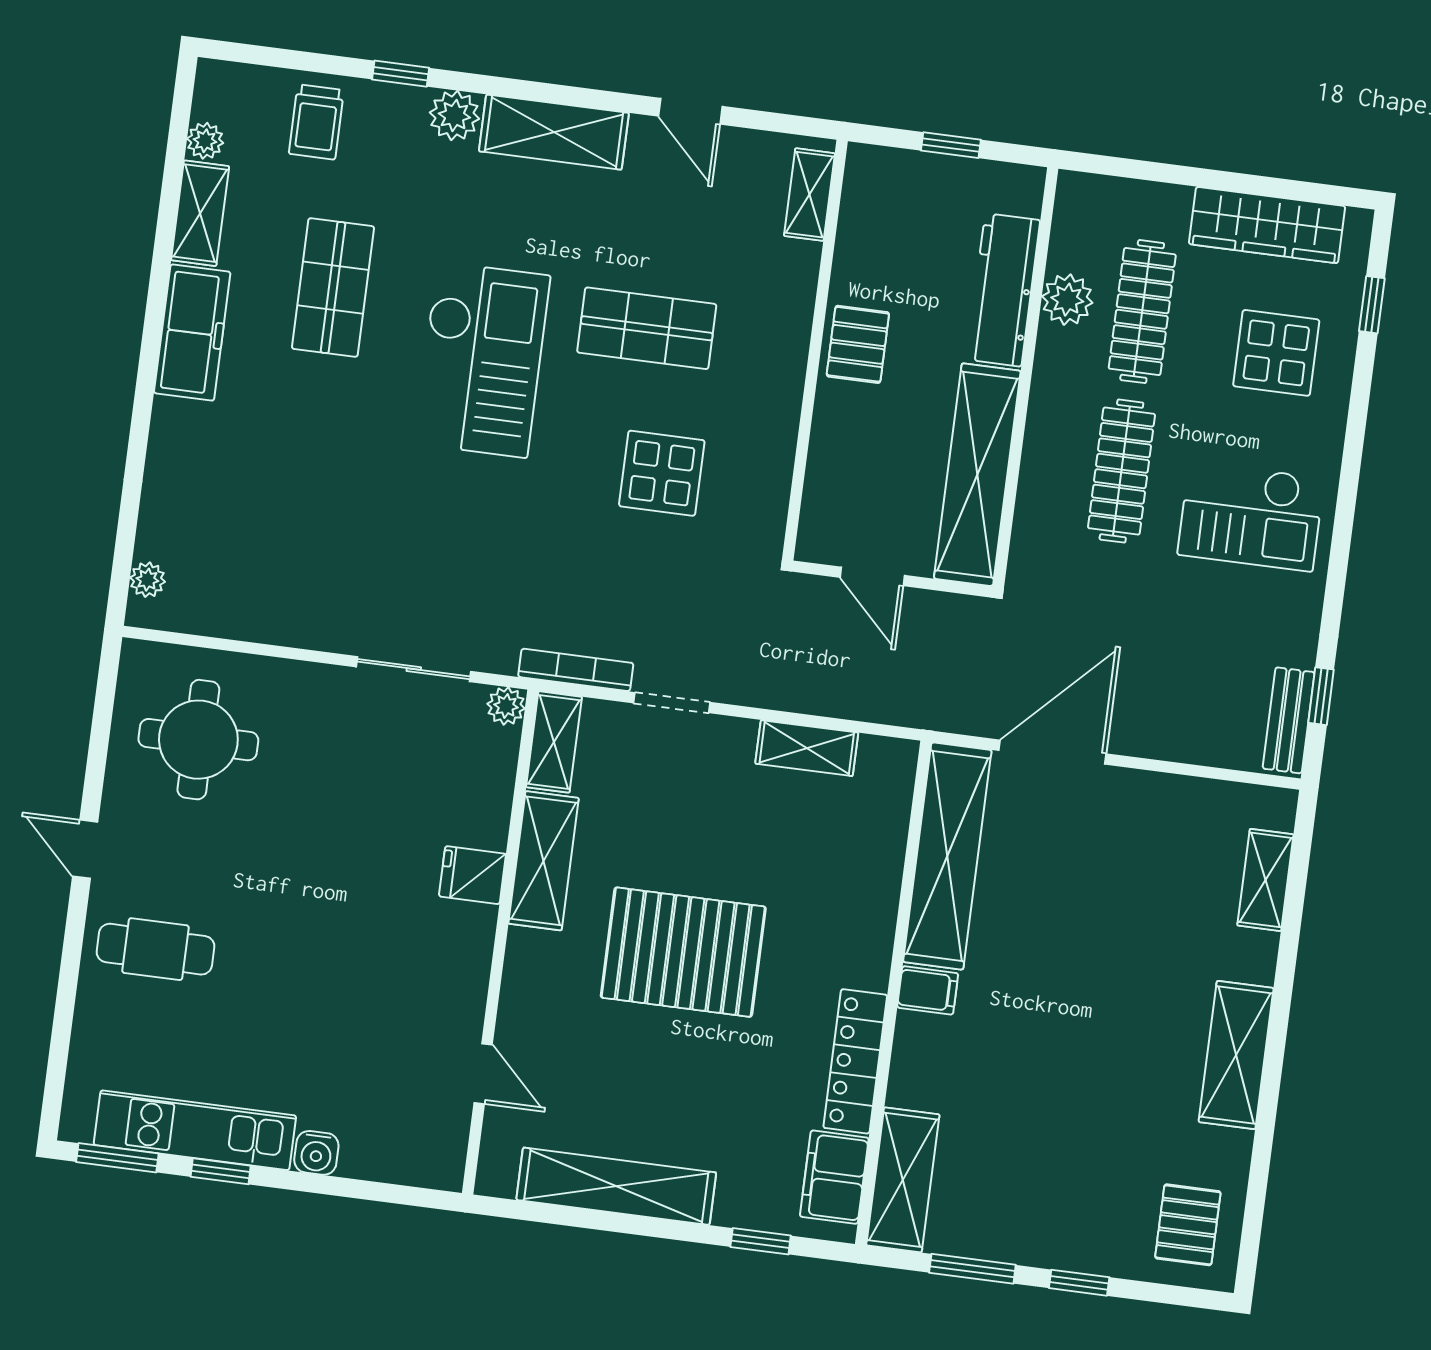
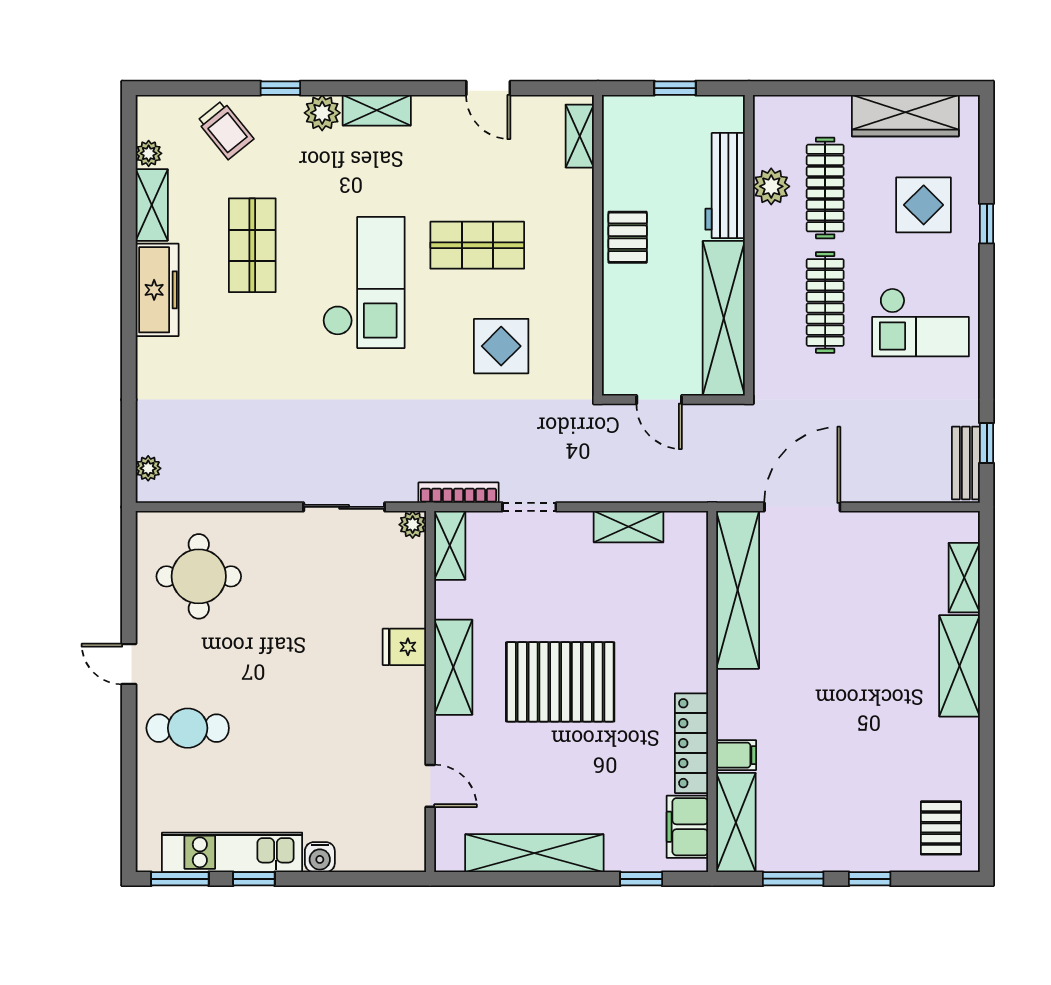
trolley: (316, 122) -> (225, 130), turned -39
shelving: (554, 132) -> (377, 110), width x0.67, depth x0.75
window: (1372, 305) -> (987, 224), moved
shelving: (544, 861) -> (453, 667), moved
filing cabinet: (928, 990) -> (736, 755), moved
shelving: (1236, 1055) -> (960, 666), moved

